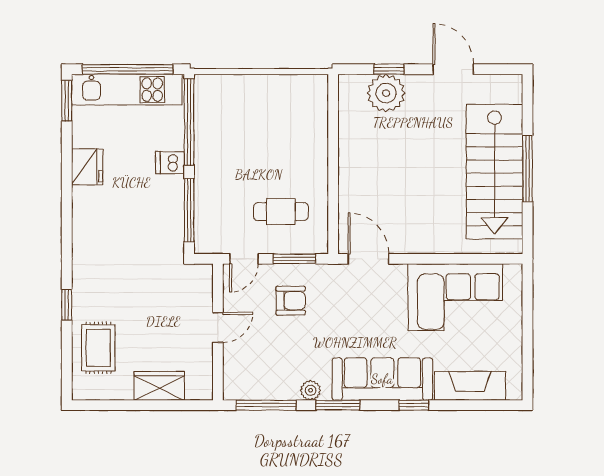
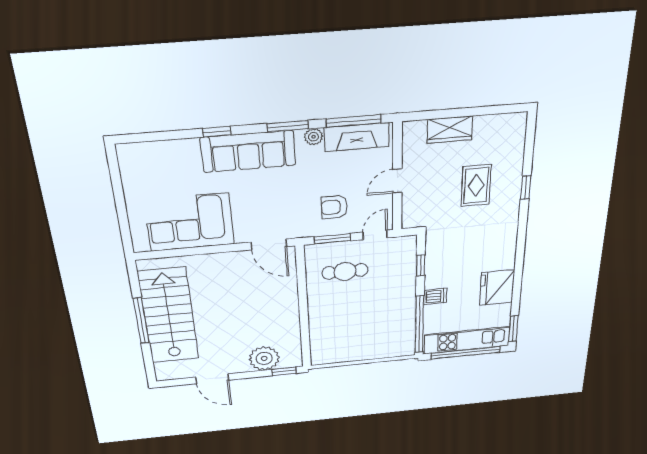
window: (389, 69) -> (284, 371), moved
fridge: (87, 167) -> (497, 288), width x1.36, depth x1.34
window: (189, 210) -> (421, 266), width x0.46
rug: (98, 348) -> (476, 185), moved
fireplace: (470, 386) -> (357, 137), moved

